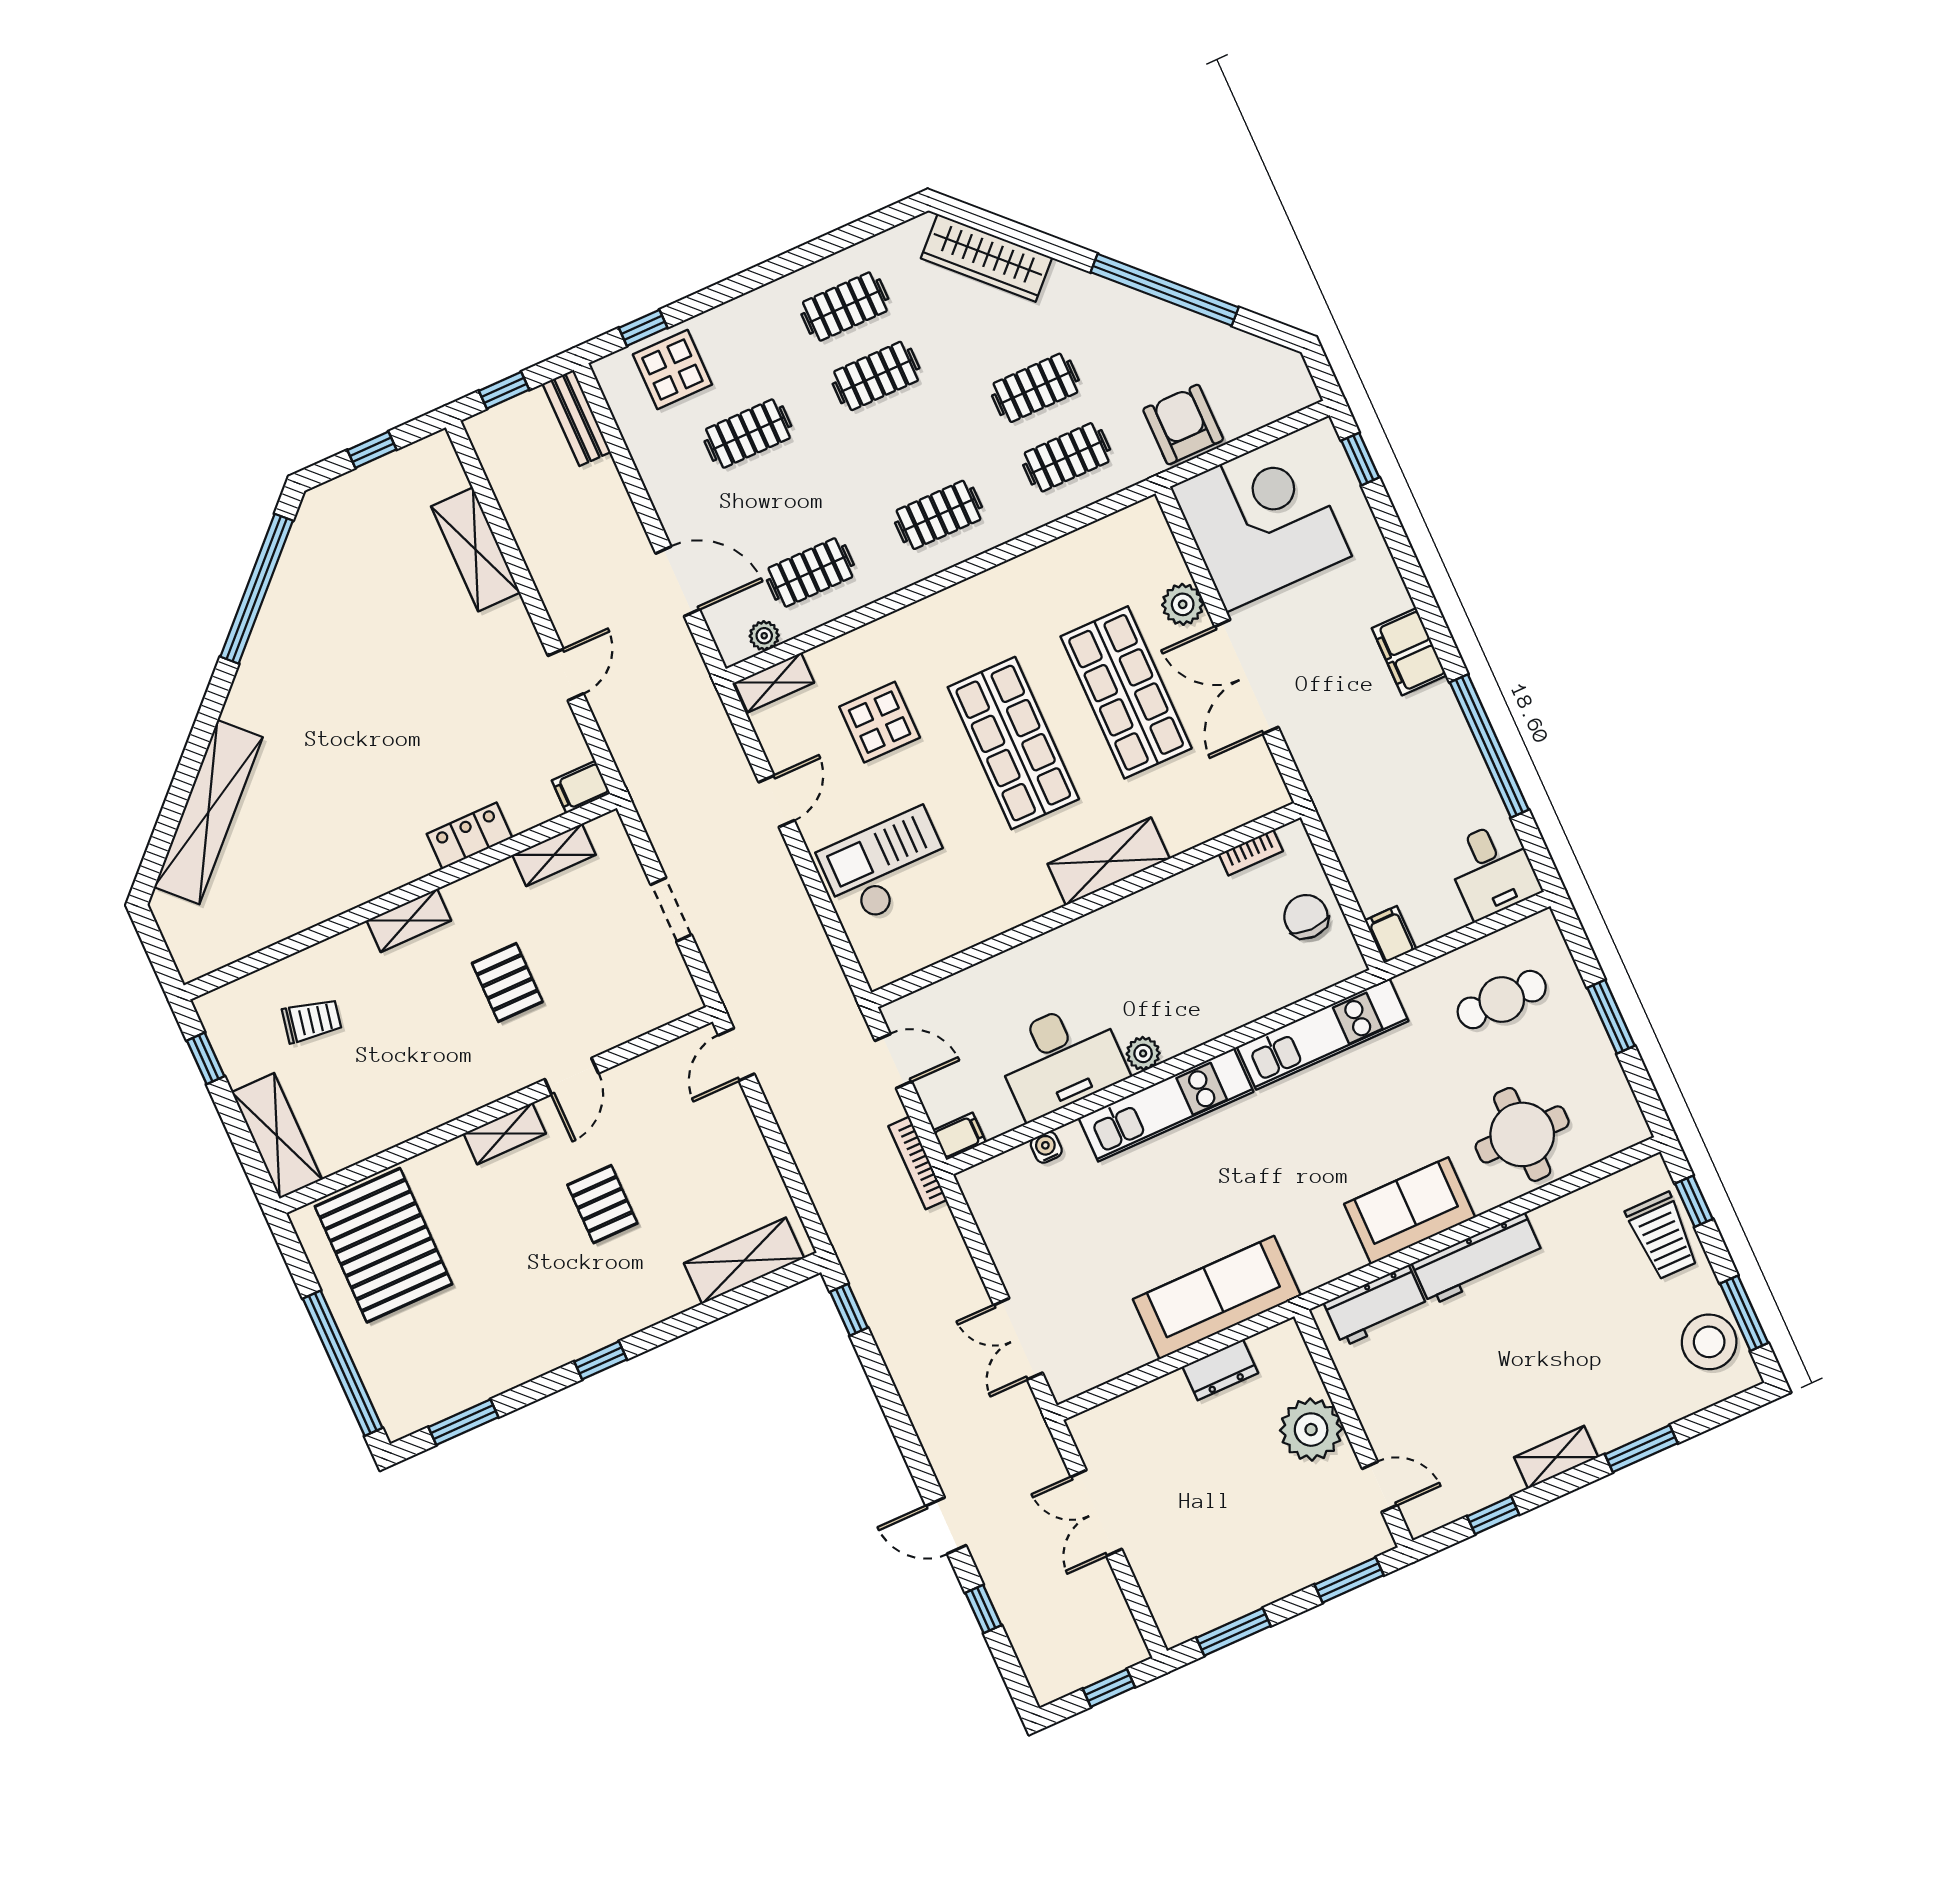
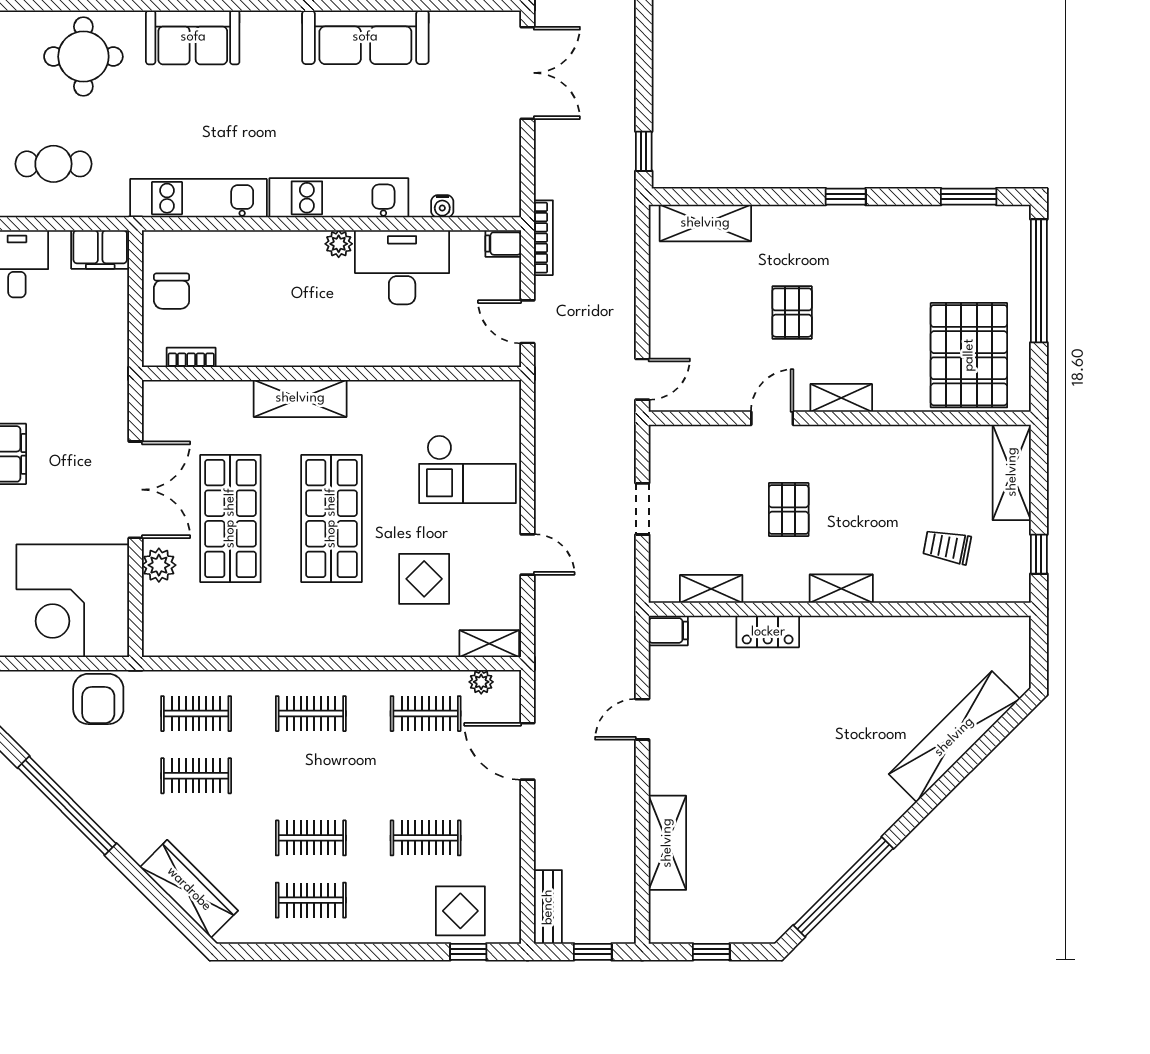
door: (776, 801) -> (527, 554), swing flipped
filing cabinet: (1390, 935) -> (100, 249), width x2.00
double door: (1018, 1339) -> (527, 73), width x1.37

